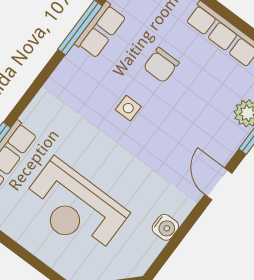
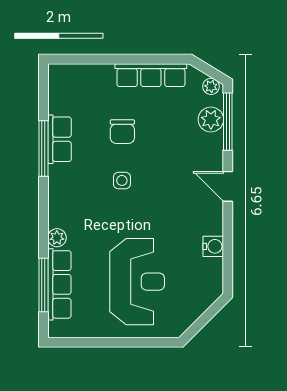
plant: (33, 116) -> (57, 238), added
reception desk: (74, 208) -> (137, 282), turned -90

